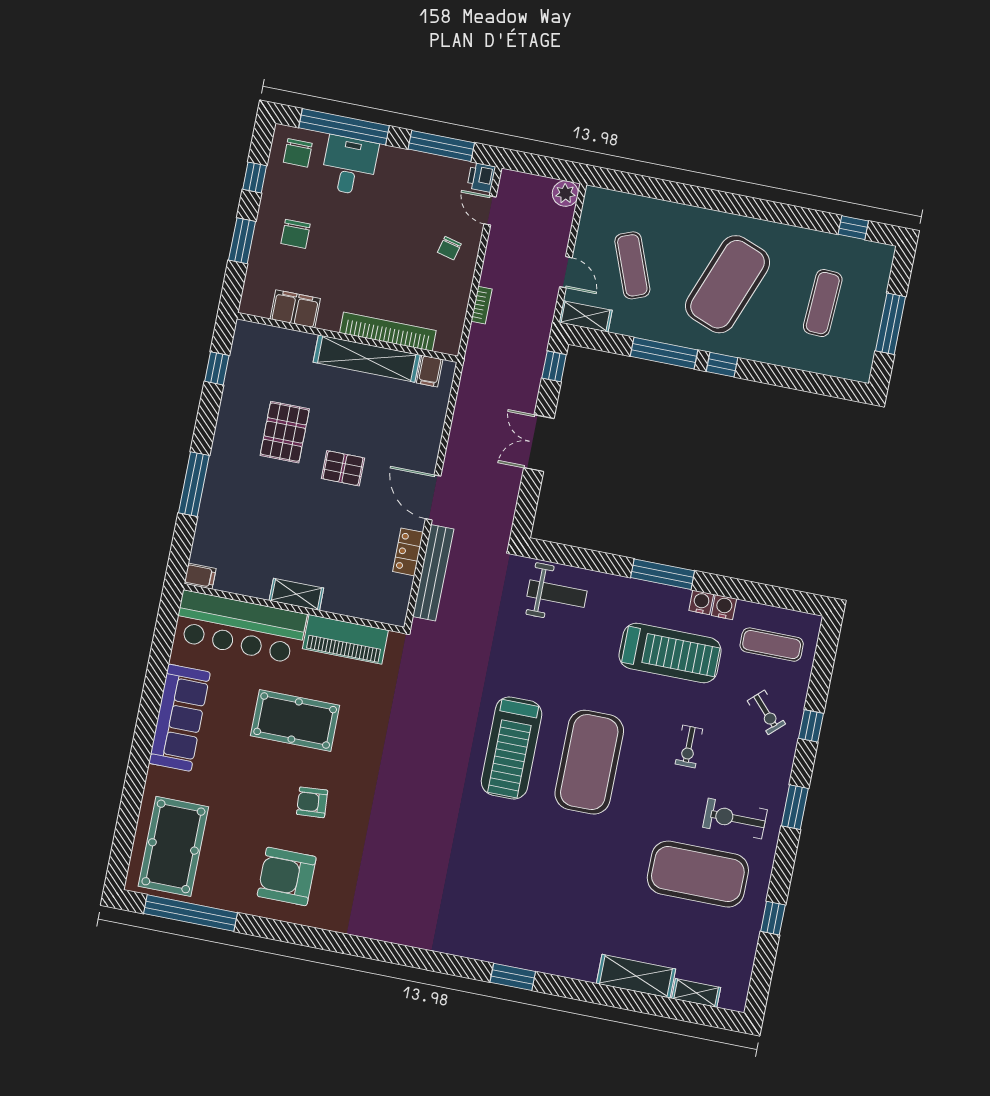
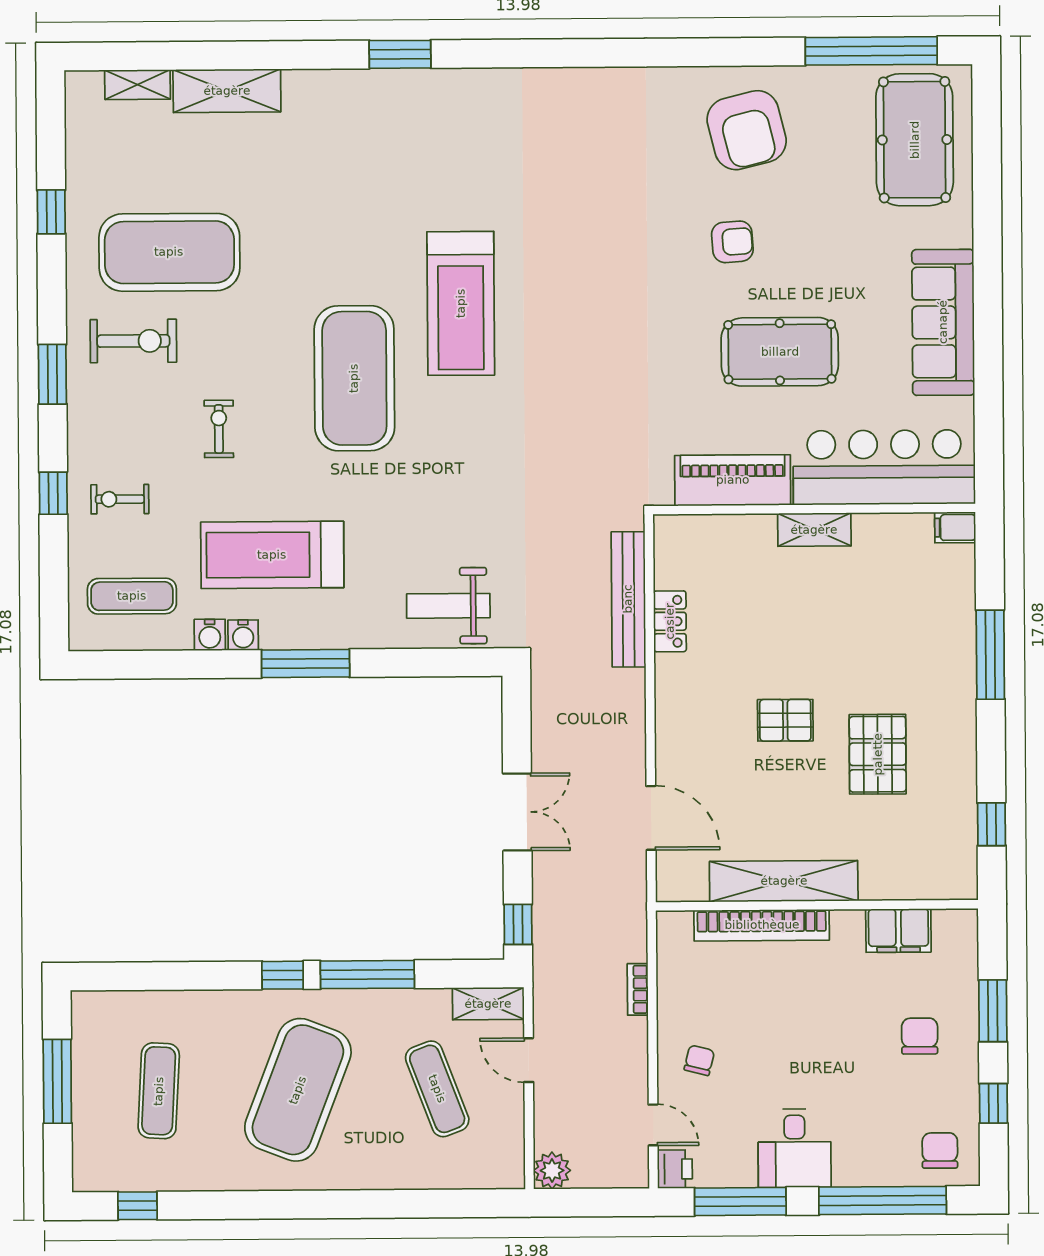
desk: (349, 165) -> (795, 1148), moved
filing cabinet: (430, 371) -> (691, 882), removed
door: (433, 497) -> (651, 818), moved
exercise bike: (766, 712) -> (120, 499), turned -47
treadmill: (512, 748) -> (461, 303), moved, turned 180
armchair: (287, 876) -> (747, 130), turned 76

